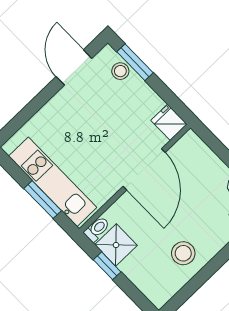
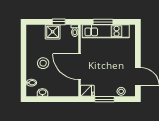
window: (135, 62) -> (105, 99), moved
shower: (116, 245) -> (53, 32), moved
stool: (183, 253) -> (43, 63), moved

